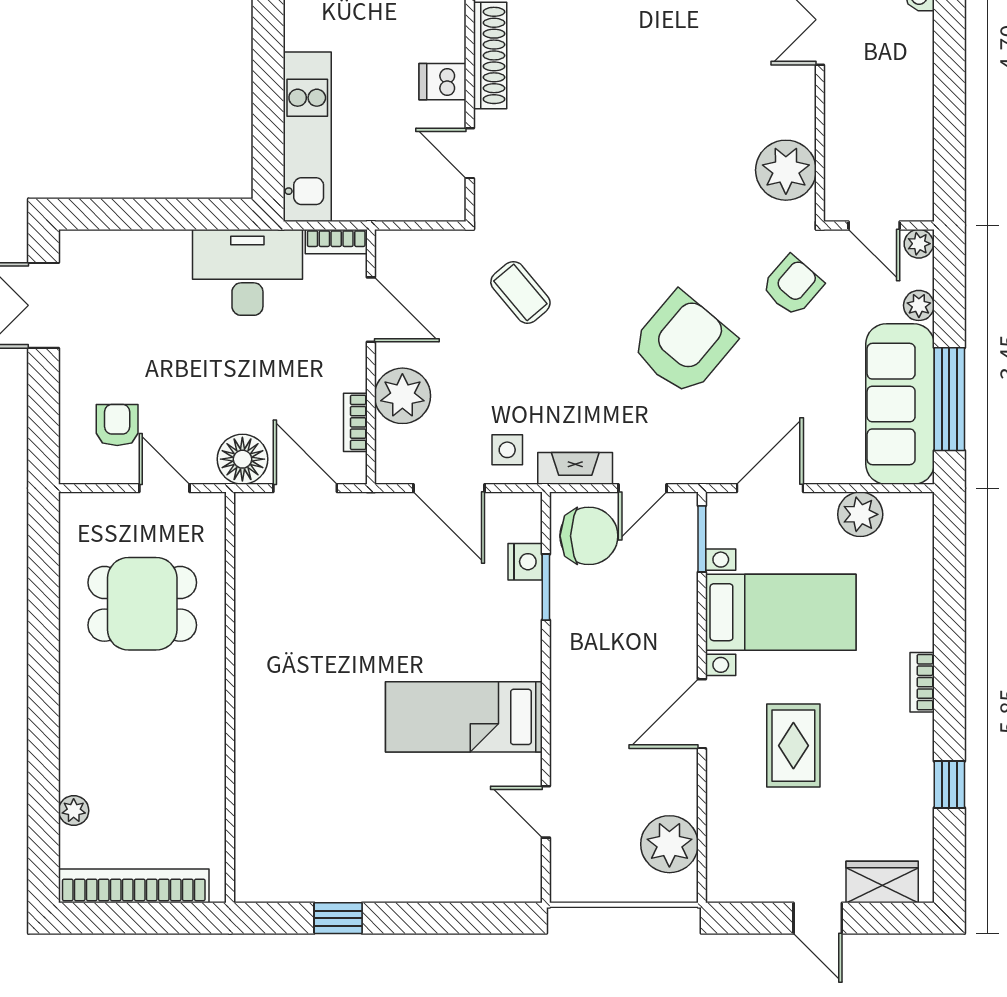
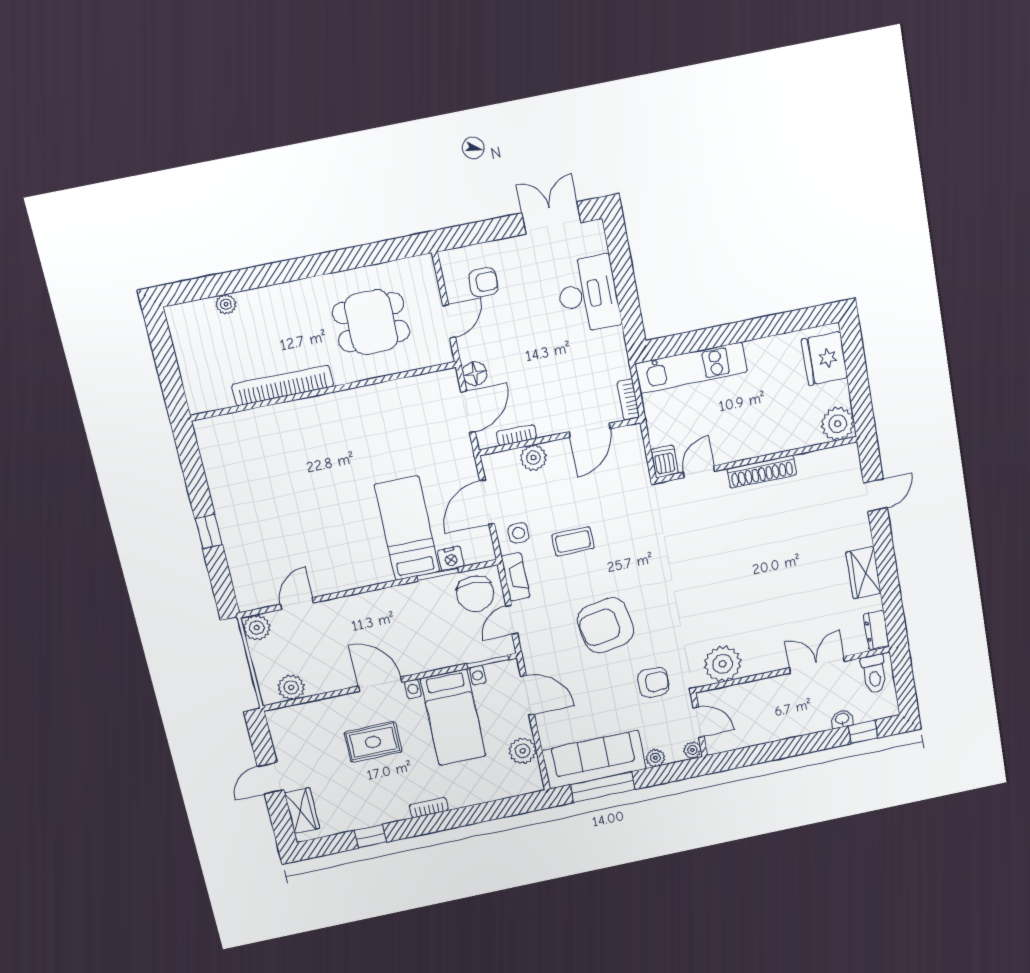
dishwasher: (443, 82) -> (665, 461), moved
door: (874, 225) -> (699, 722), swing flipped
desk: (247, 272) -> (588, 294), moved
armchair: (792, 286) -> (653, 682), turned -41
coffee table: (520, 292) -> (573, 541), moved, turned 40
armchair: (683, 344) -> (606, 625), turned 130
plant: (402, 396) -> (533, 458), width x0.73, depth x0.73
floor lamp: (242, 459) -> (475, 373), width x0.73, depth x0.73
door: (642, 488) -> (512, 620), hinge flipped
dining table: (142, 604) -> (371, 322), turned 90
bed: (464, 717) -> (407, 528), moved
plant: (669, 844) -> (291, 687), width x0.73, depth x0.73
plant: (571, 882) -> (257, 628), added
bookcase: (134, 886) -> (283, 385), moved, turned -90
window: (338, 918) -> (209, 532), moved

